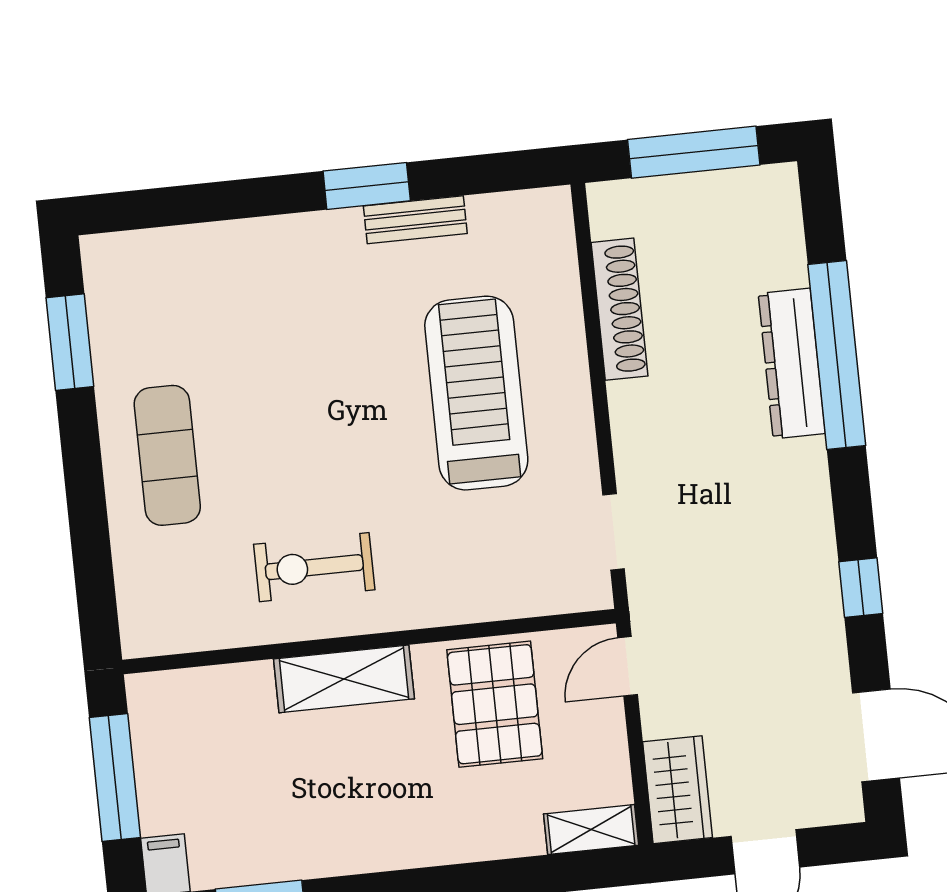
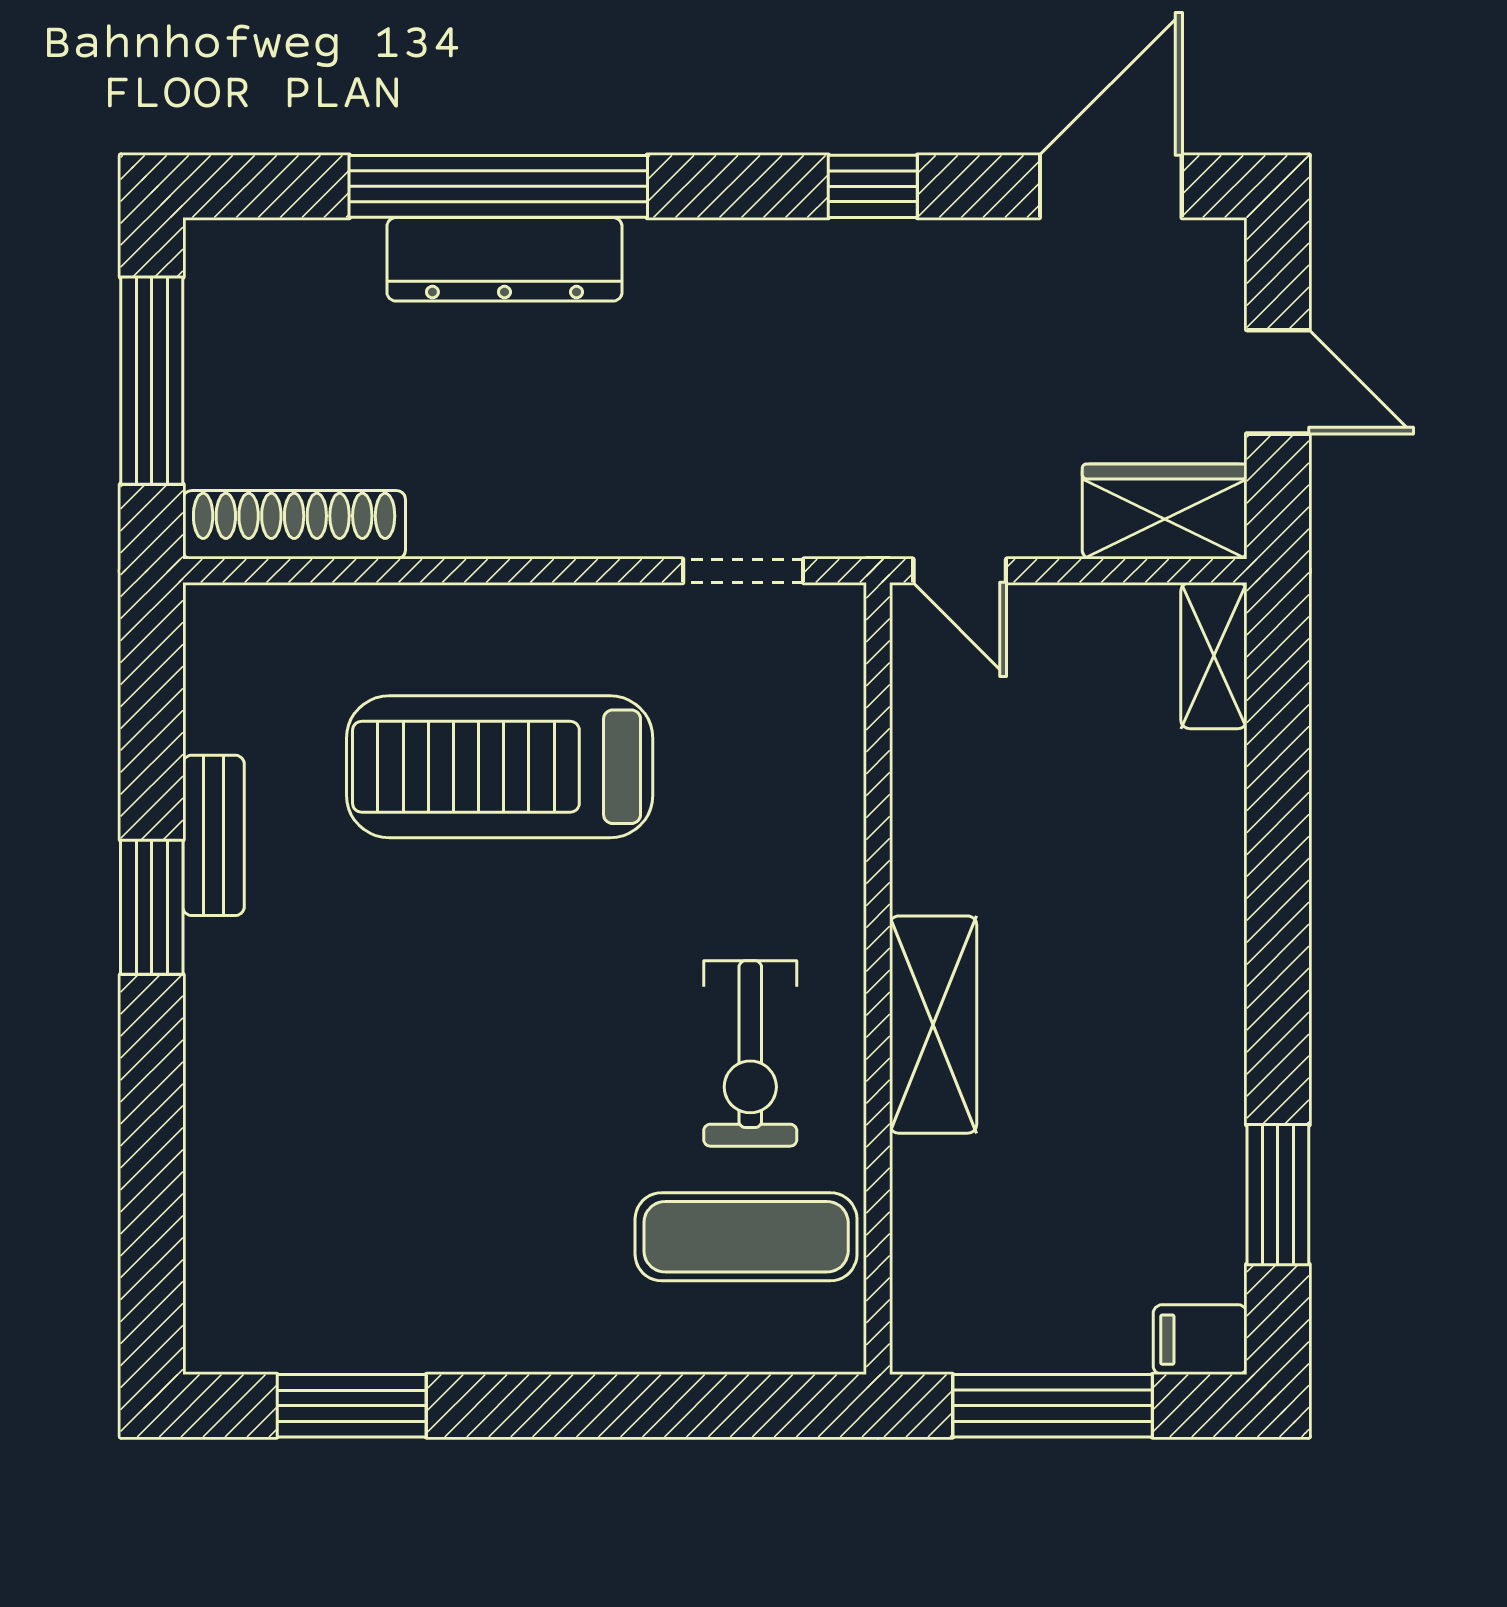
shoe rack: (619, 309) -> (294, 525), moved
exercise mat: (167, 455) -> (746, 1237), moved
pallet: (495, 704) -> (998, 789), removed

